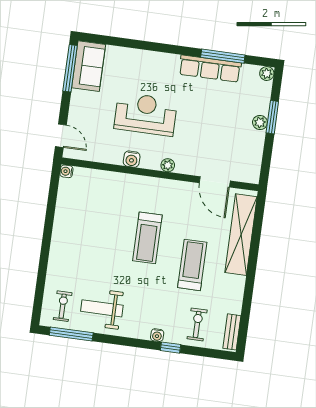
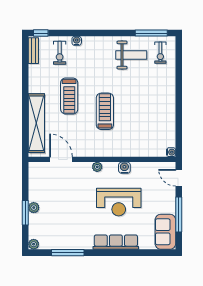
window: (70, 68) -> (179, 215), moved
row of seats: (210, 69) -> (116, 242), moved
water cooler: (157, 335) -> (77, 41), moved
window: (171, 348) -> (41, 33), moved

